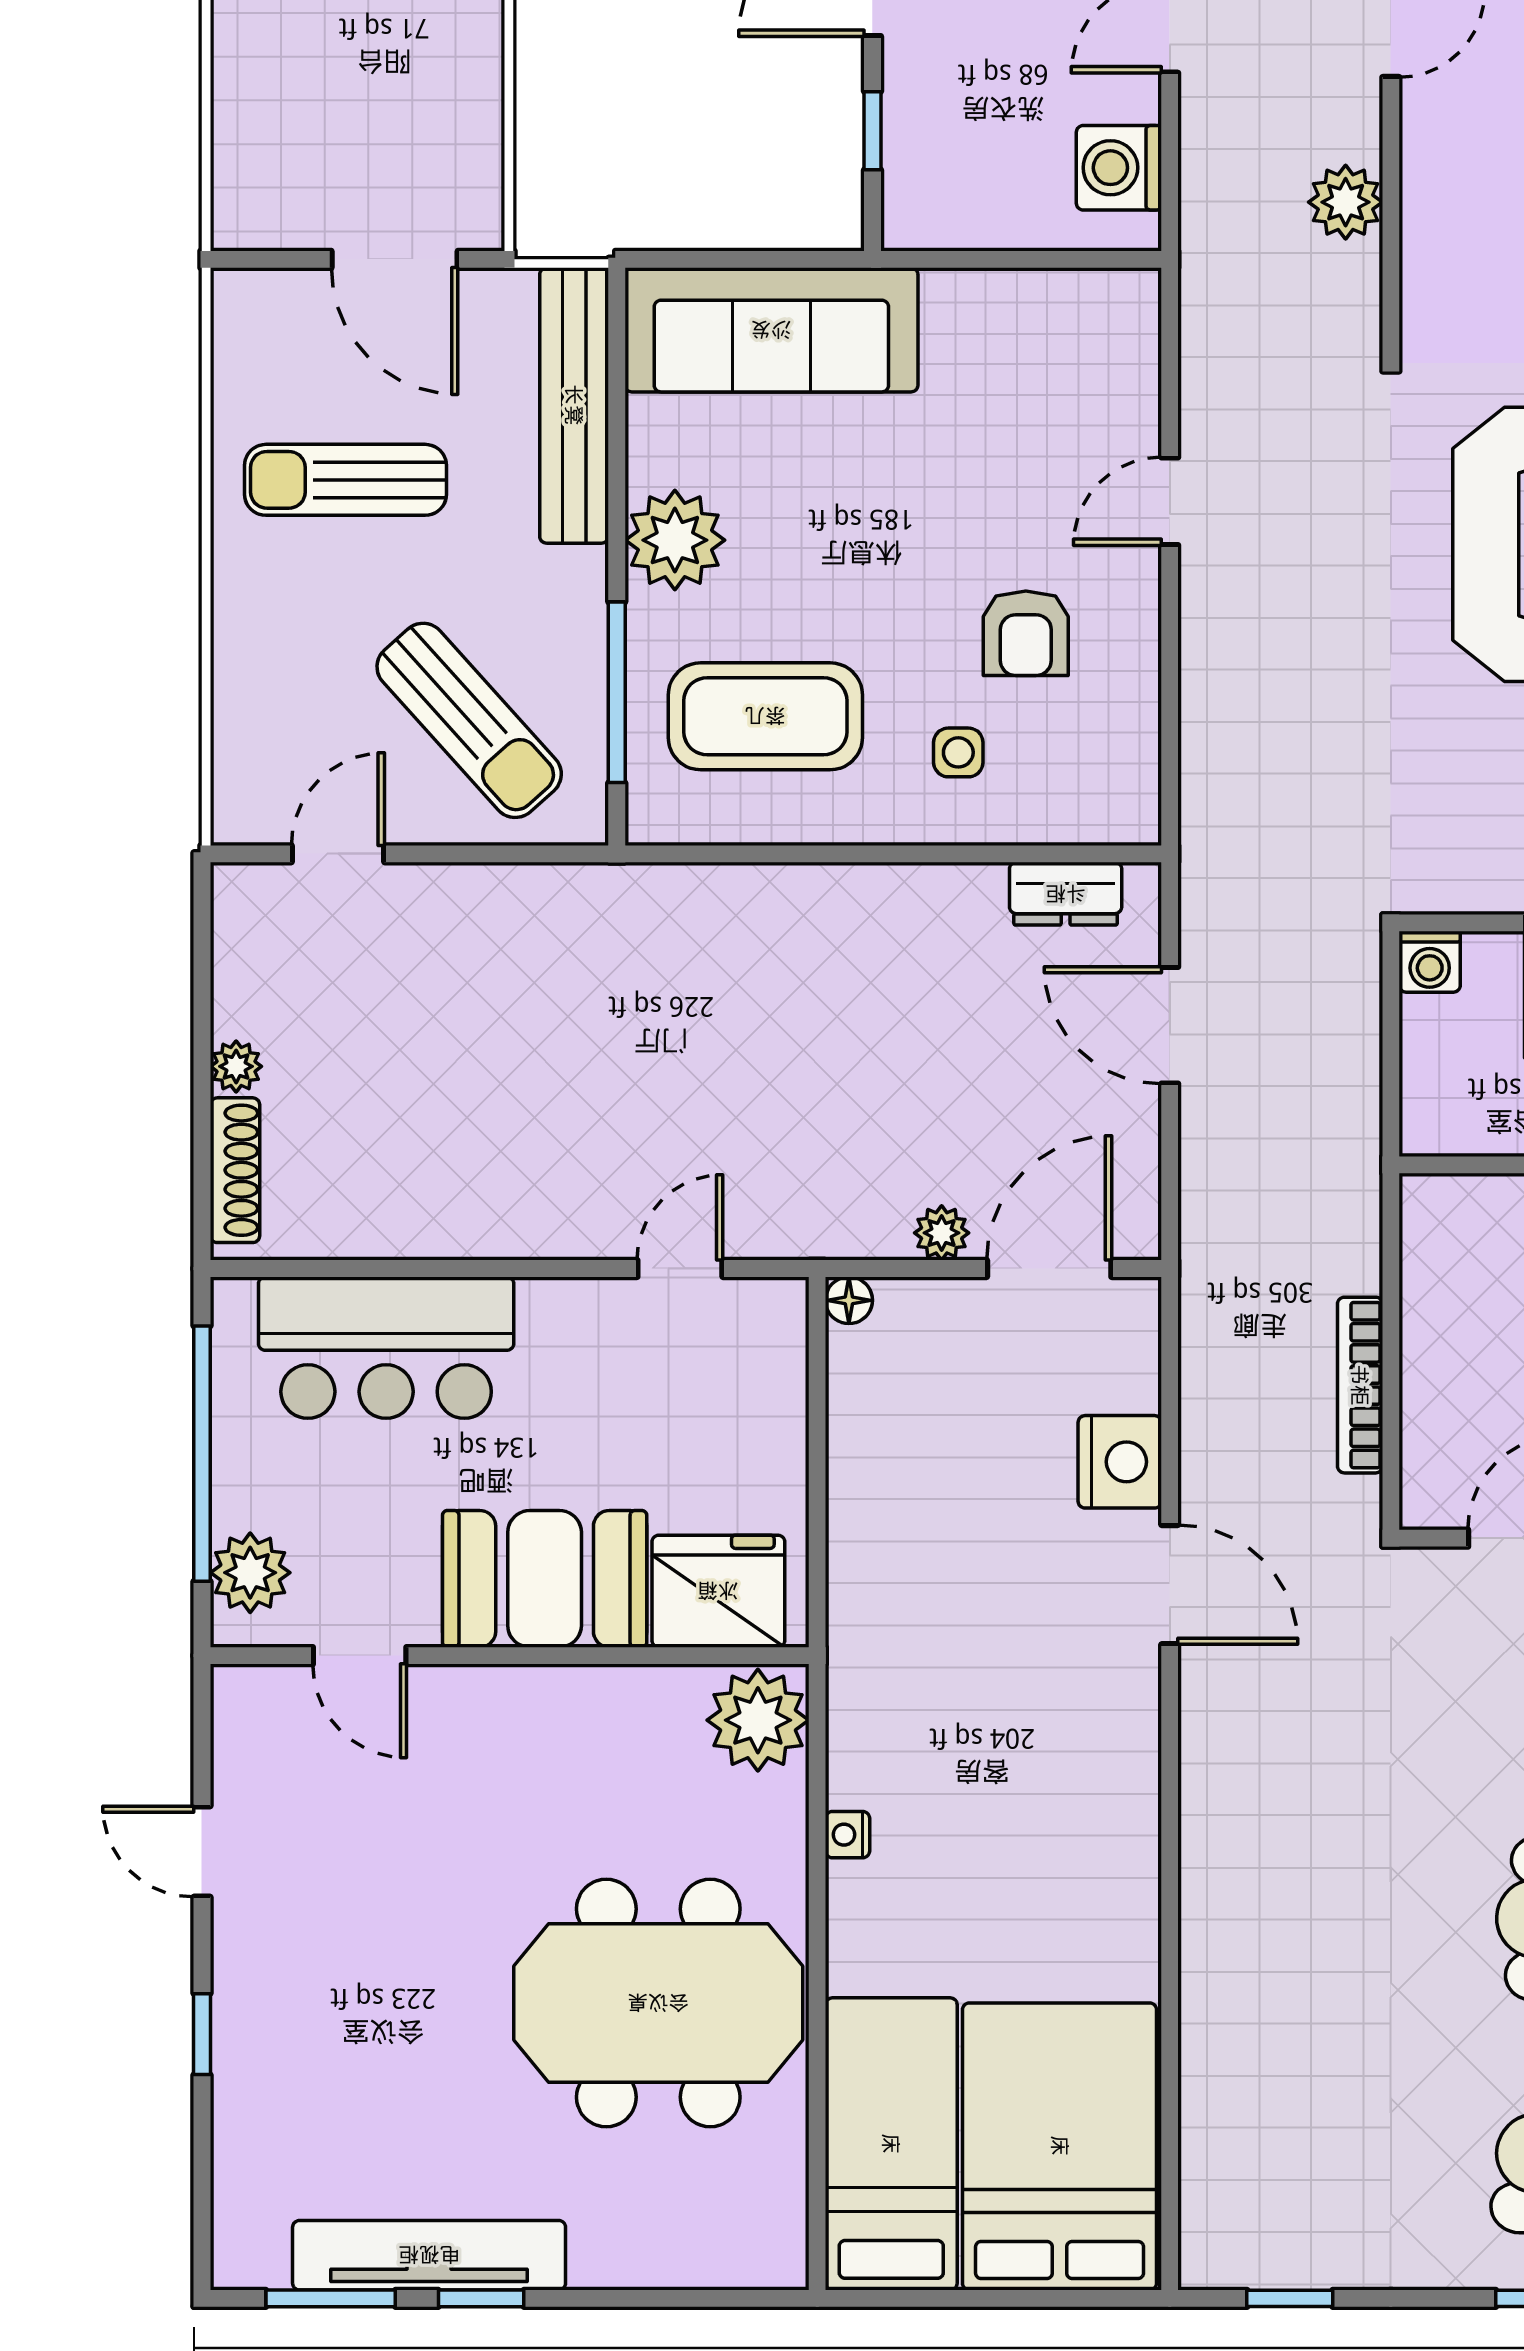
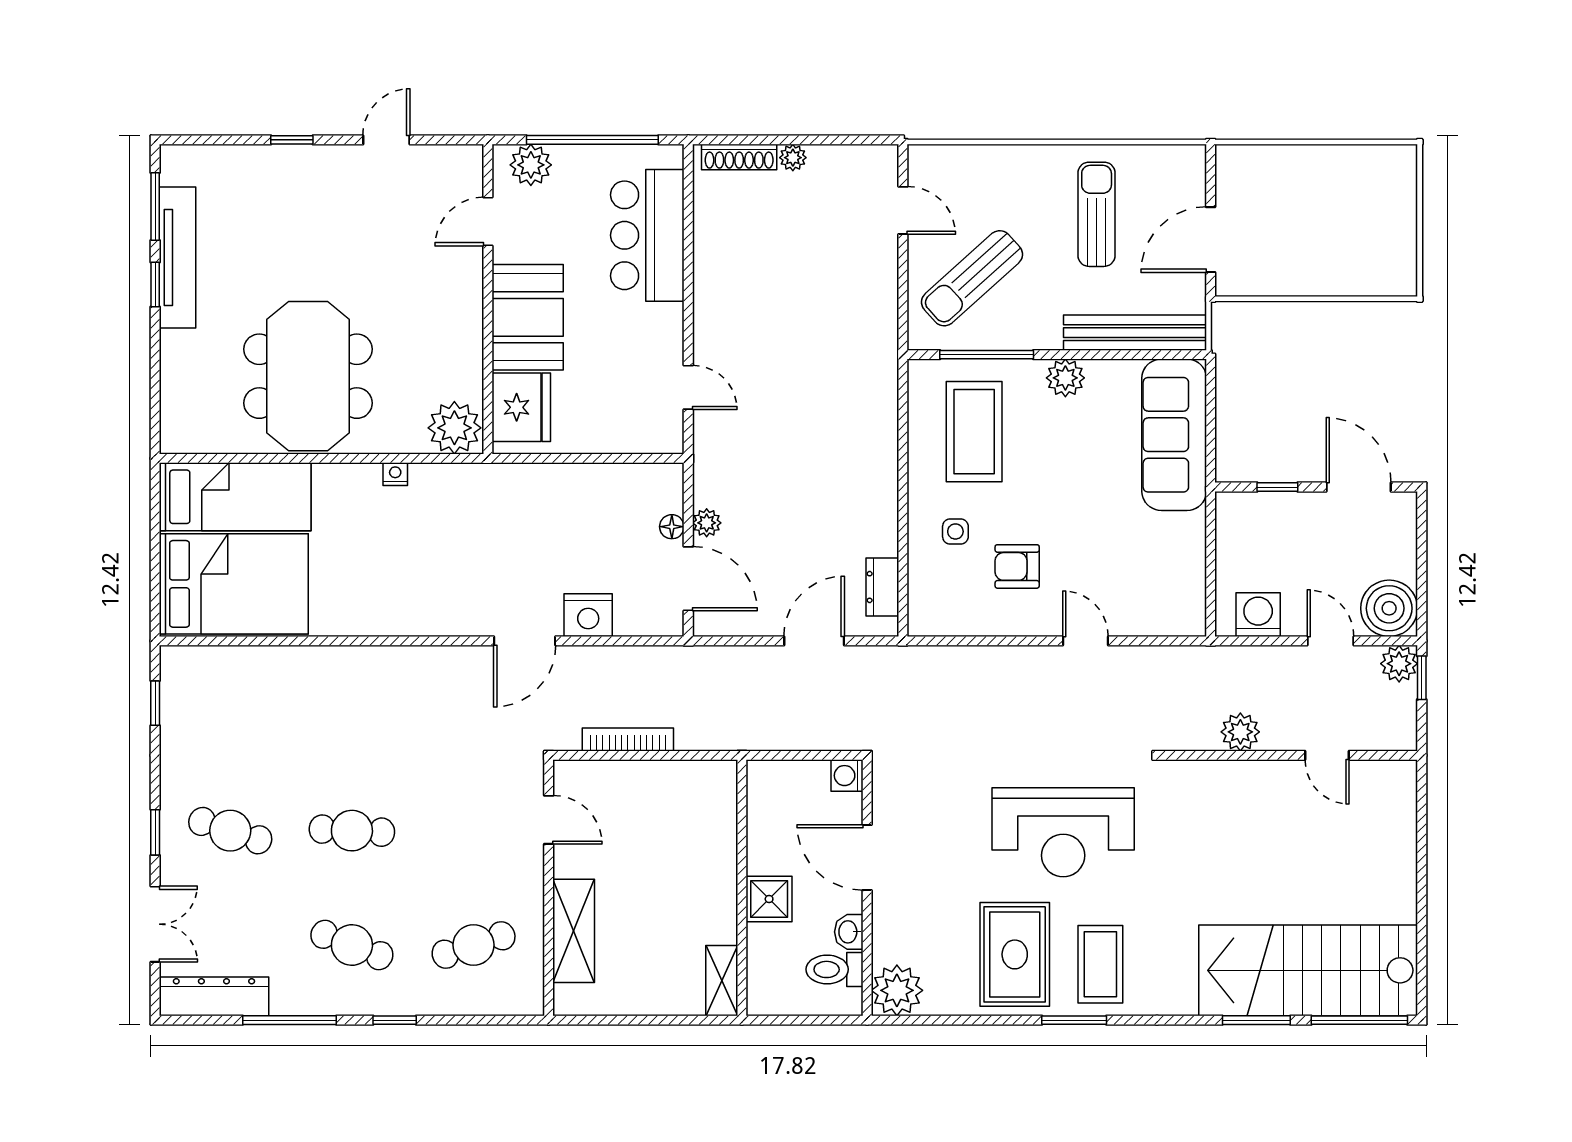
plant: (675, 540) -> (1065, 378), width x0.73, depth x0.73
floor lamp: (849, 1300) -> (672, 527), moved

